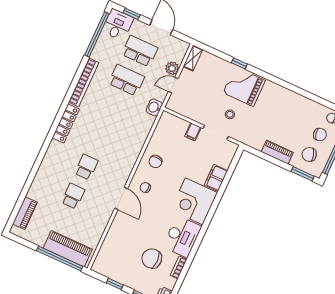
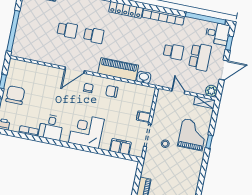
plant: (172, 68) -> (211, 91), moved
school desk: (126, 80) -> (173, 52), width x0.54
grand piano: (244, 87) -> (192, 135), moved
washbasin: (154, 107) -> (144, 77), moved
filing cabinet: (216, 178) -> (120, 147), moved
desk: (182, 237) -> (51, 127), width x0.73
piano: (68, 249) -> (118, 69), moved, turned -90
chair: (152, 258) -> (15, 95), moved

